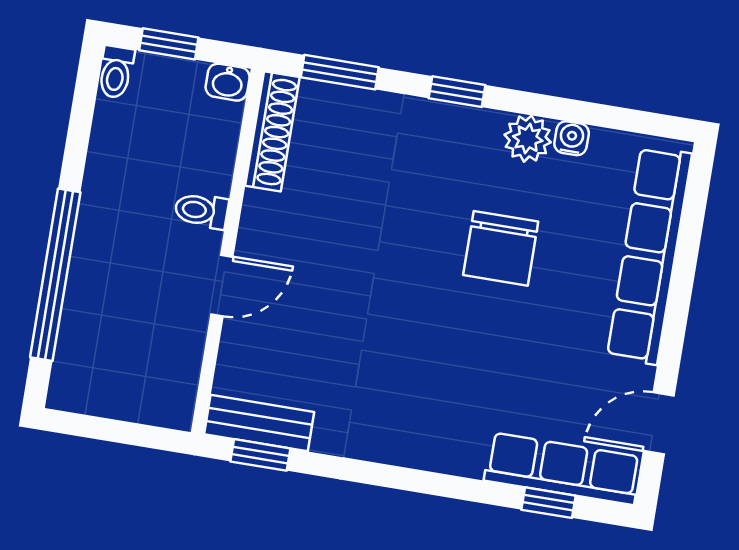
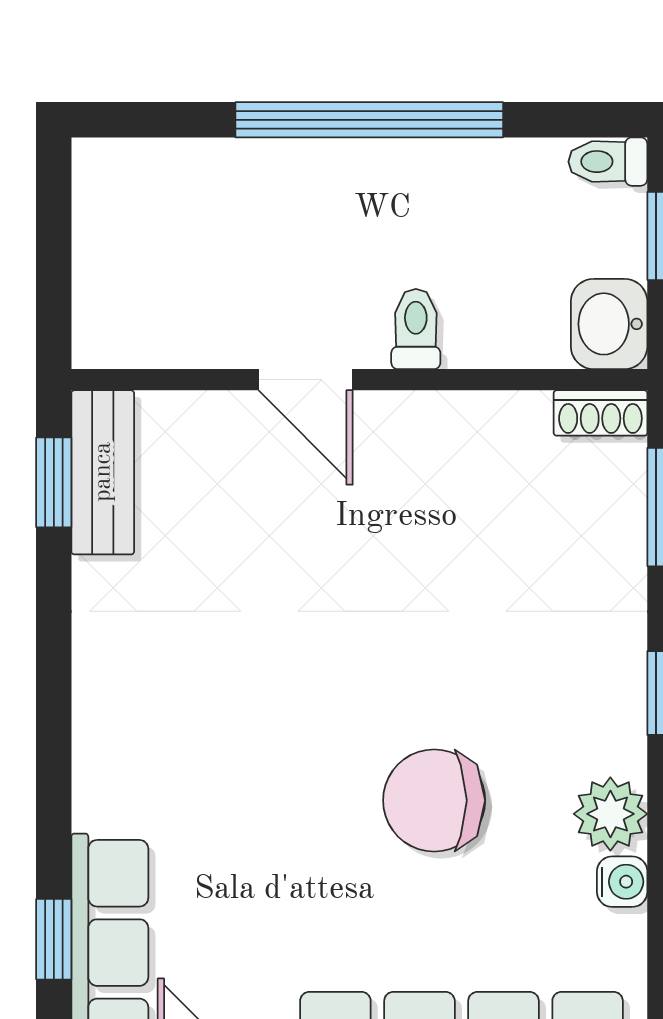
washbasin: (228, 82) -> (609, 324), width x1.38, depth x1.45
shoe rack: (272, 131) -> (600, 413), width x0.51, depth x0.81
window: (55, 275) -> (369, 120), moved

